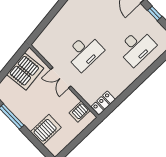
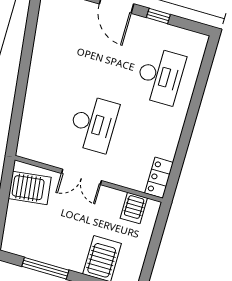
server rack: (25, 71) -> (30, 188), width x0.62

